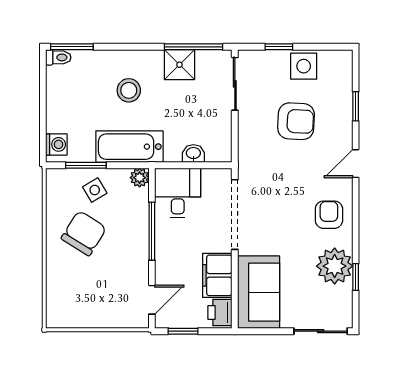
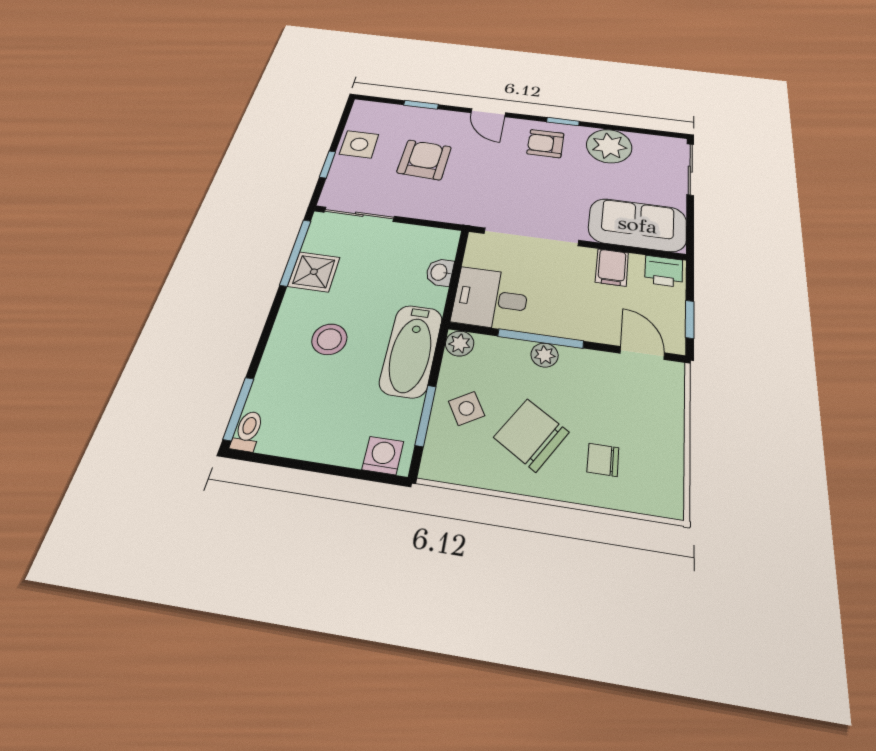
plant: (140, 235) -> (545, 355), added
filing cabinet: (217, 275) -> (612, 267), width x0.50
window: (356, 277) -> (563, 122), moved
chair: (75, 279) -> (603, 460), added

